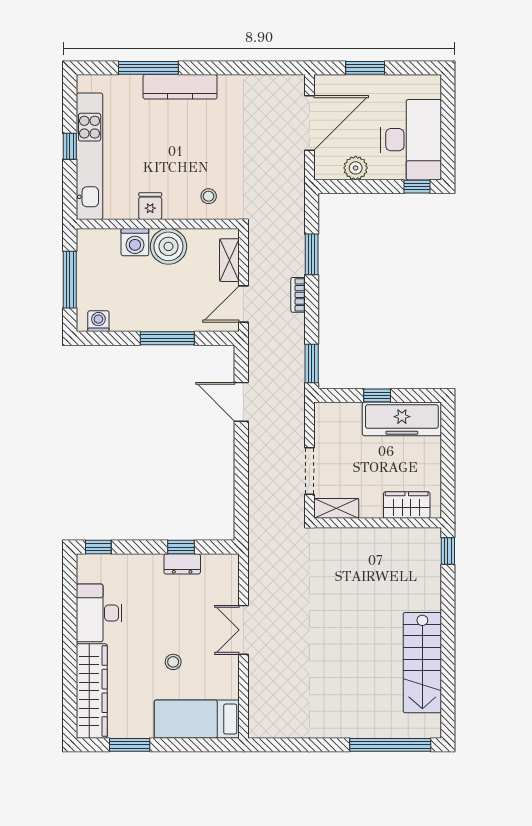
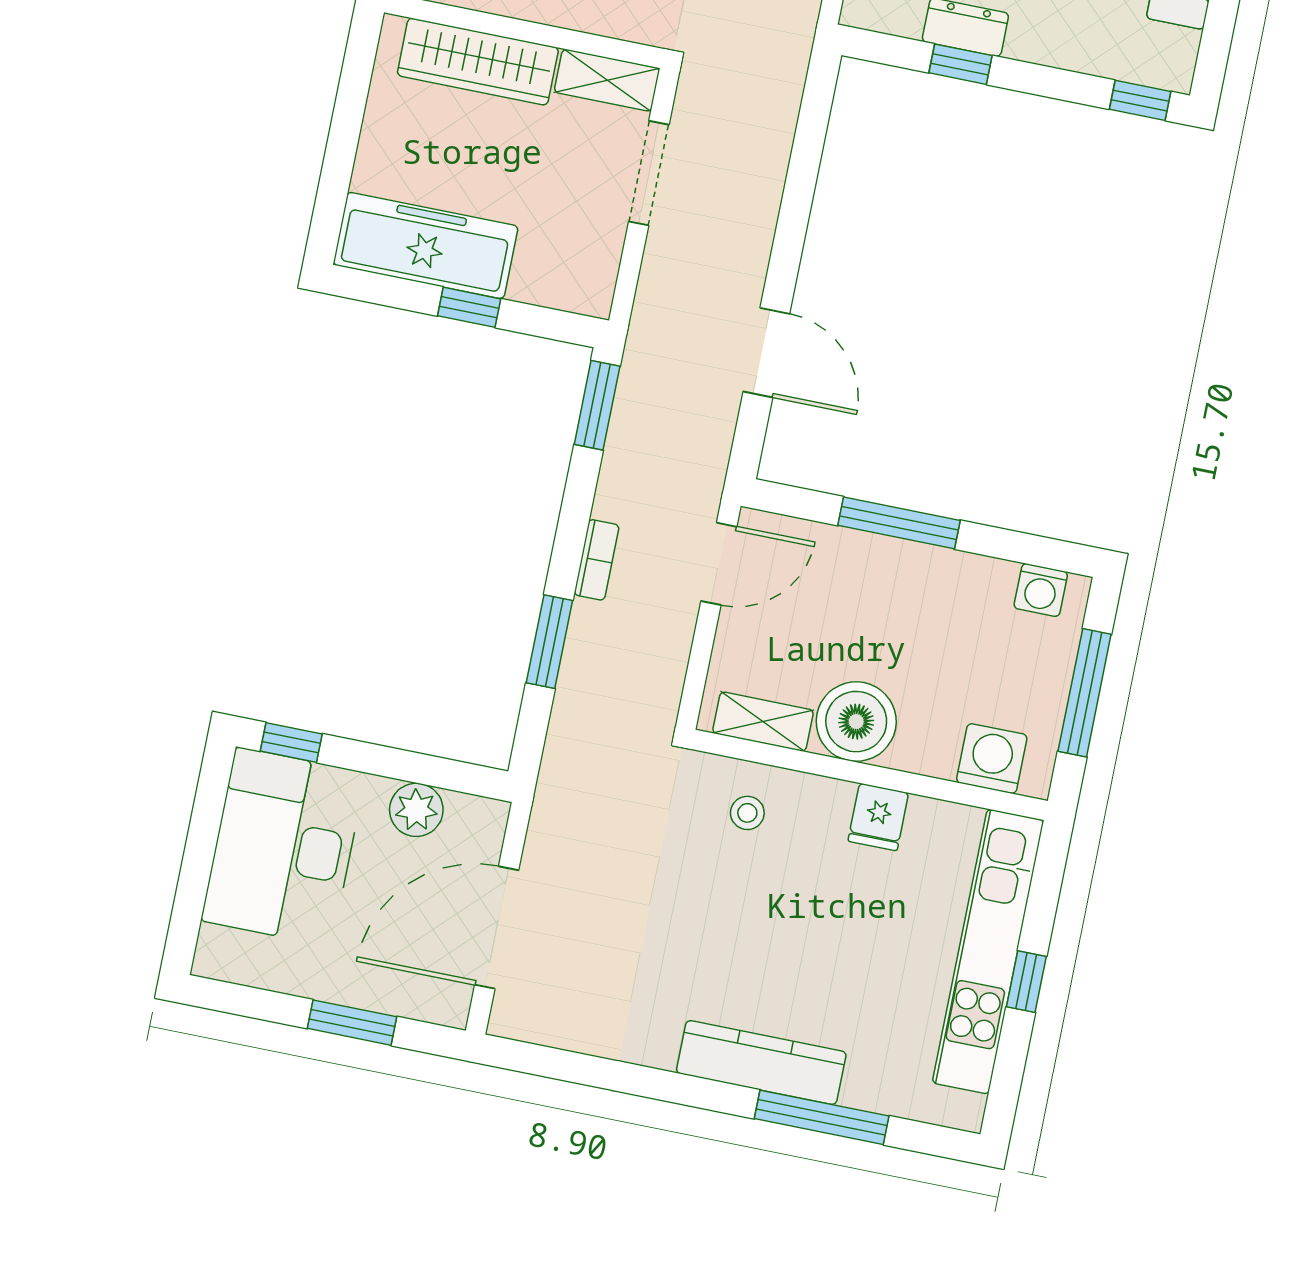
washing machine: (135, 242) -> (992, 759), moved
shelving: (229, 260) -> (763, 722), moved, turned 90
wardrobe: (407, 505) -> (478, 62), width x1.50

